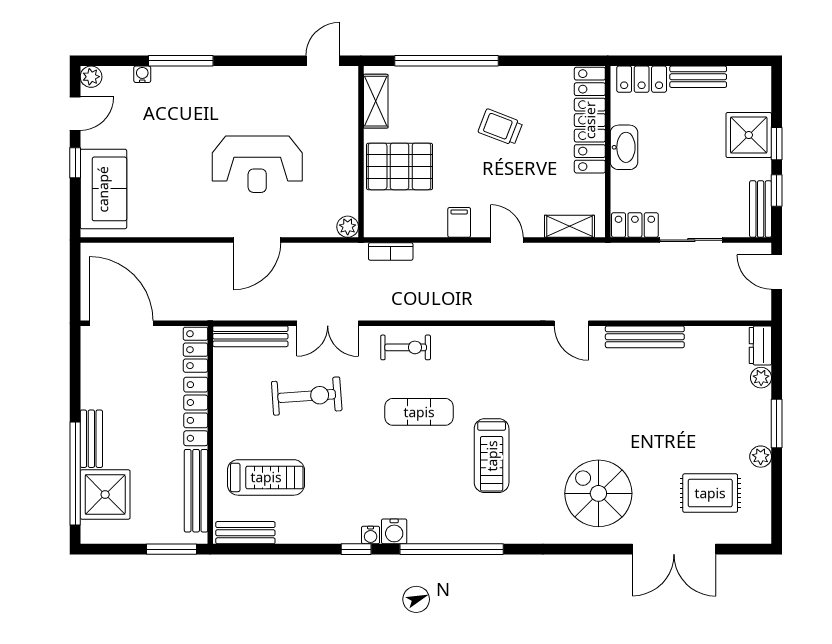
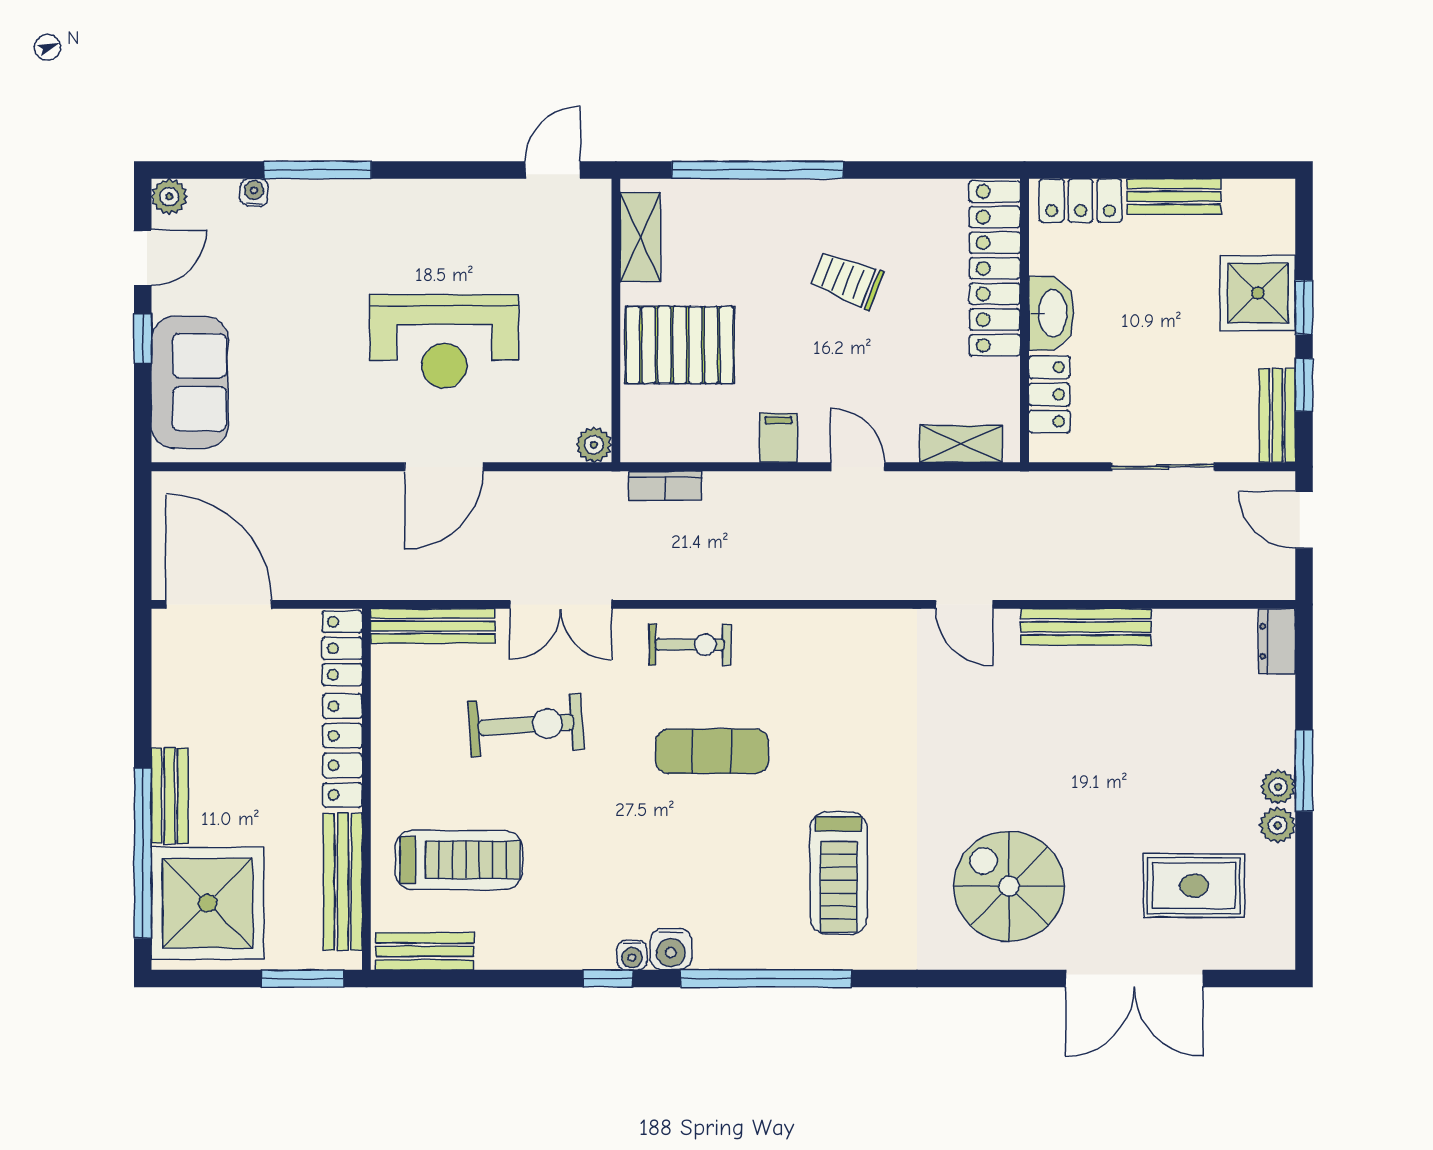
locker: (635, 225) -> (1049, 394), moved, turned 90
plant: (761, 378) -> (1278, 787), moved
treadmill: (492, 456) -> (839, 873), moved
shower: (105, 495) -> (208, 903), width x1.37, depth x1.37

